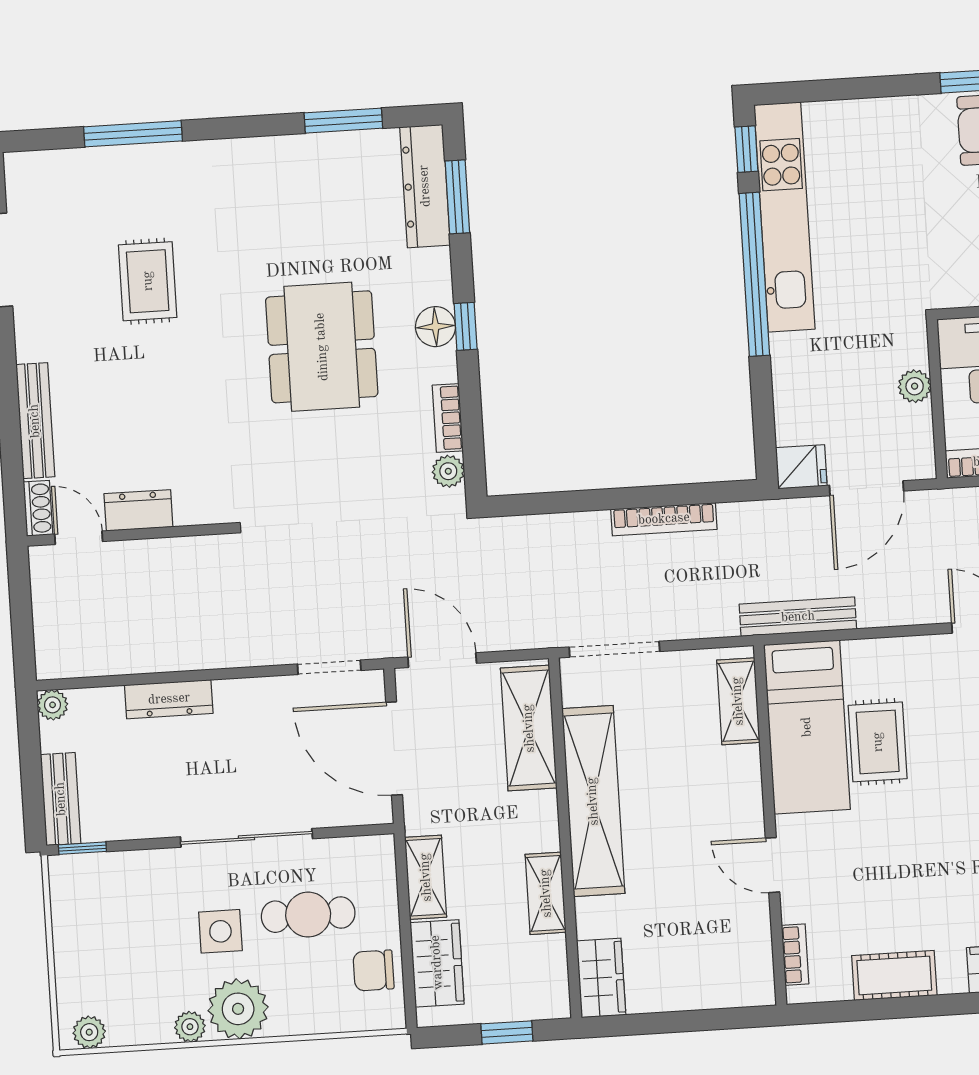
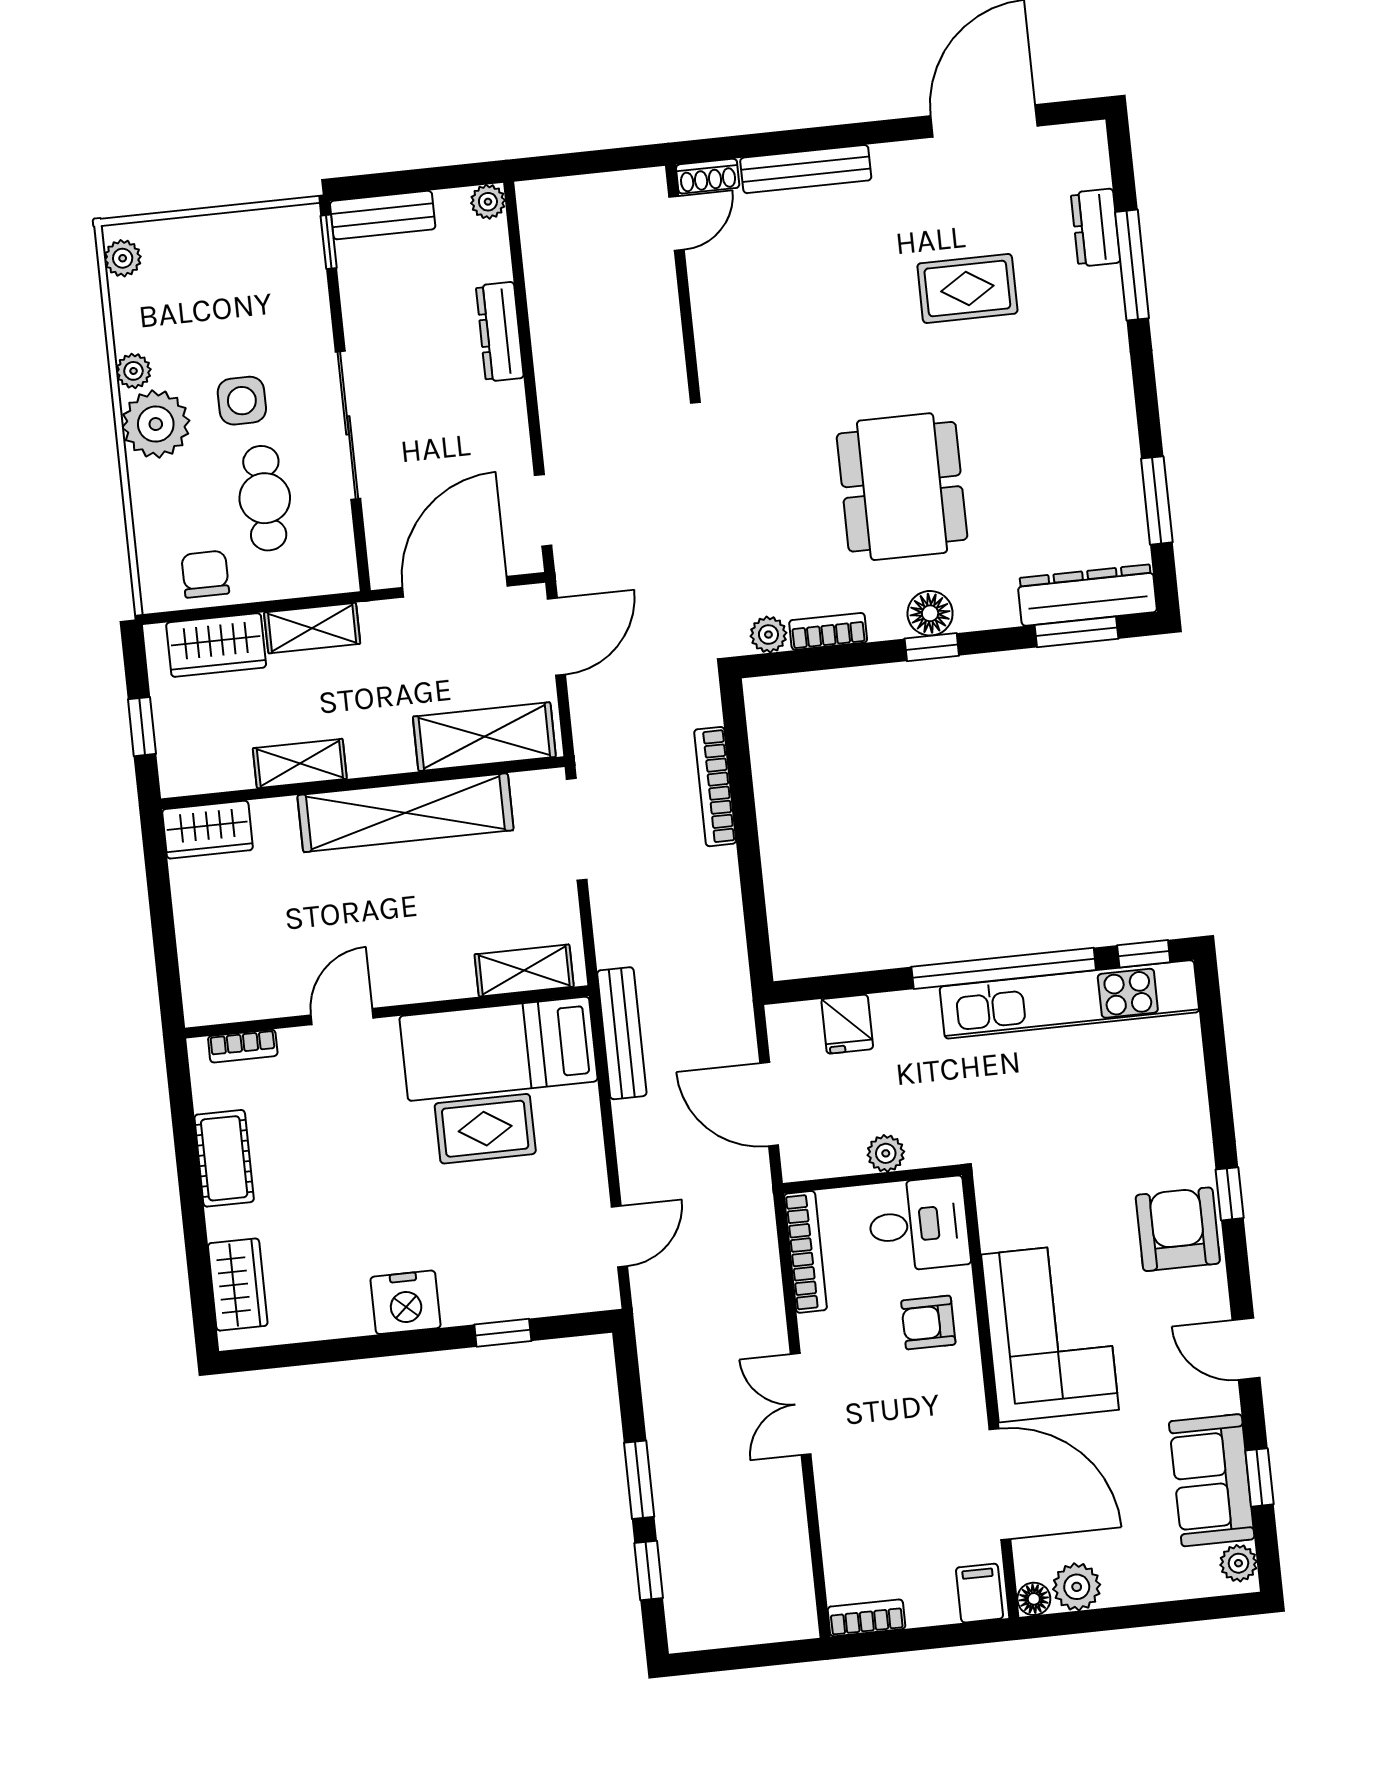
dining table: (322, 347) -> (902, 487), turned 90
fridge: (801, 467) -> (847, 1024), moved
dresser: (138, 510) -> (1096, 228), moved, turned 180
bookcase: (664, 519) -> (715, 787), moved

